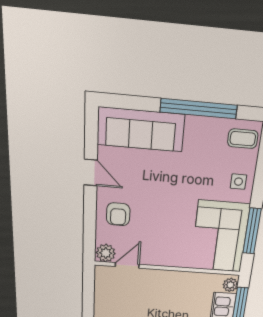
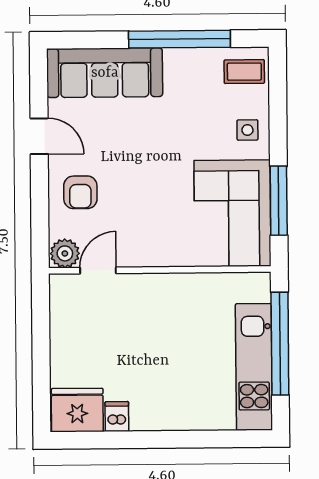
plant: (230, 285) -> (259, 289), removed

